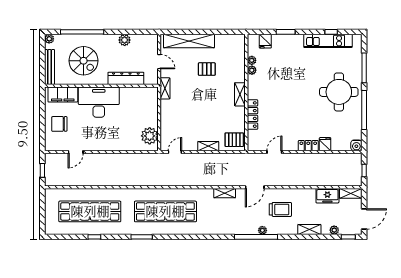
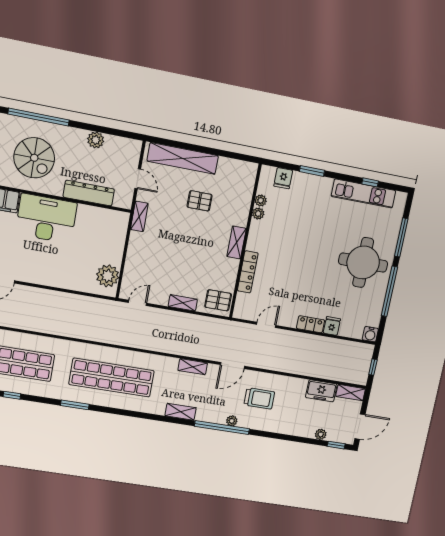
shelving: (309, 229) -> (181, 412), moved

